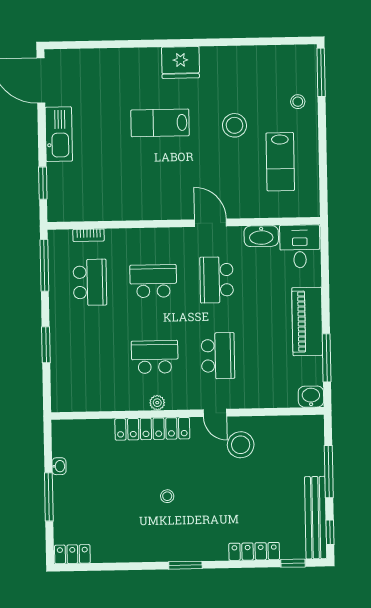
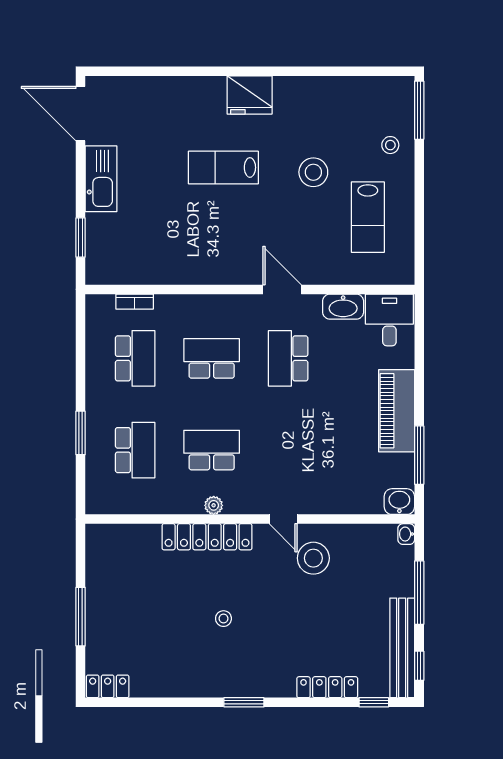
window: (44, 265) -> (81, 337), removed
school desk: (218, 356) -> (135, 450), moved
washbasin: (59, 466) -> (406, 534), moved, turned 180

